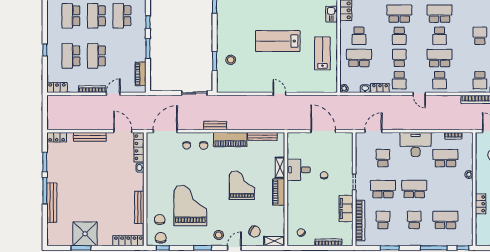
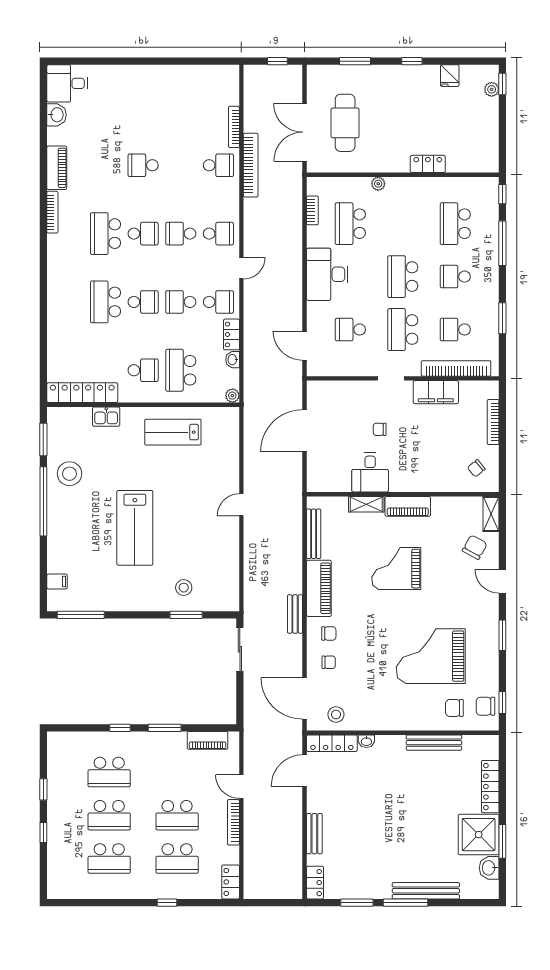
lab bench: (278, 41) -> (135, 528), moved
school desk: (440, 58) -> (181, 234), width x0.54
bench: (90, 137) -> (314, 834), width x0.73
stool: (219, 235) -> (336, 714), moved
washbasin: (65, 240) -> (489, 868), added
locker: (128, 241) -> (490, 787), moved

